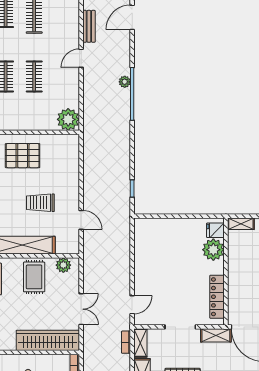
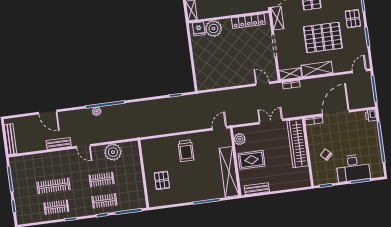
plant: (68, 119) -> (113, 152), moved
pallet: (23, 156) -> (162, 180), width x0.67, depth x0.71
trolley: (40, 203) -> (186, 151), moved
door: (81, 220) -> (219, 128), moved

